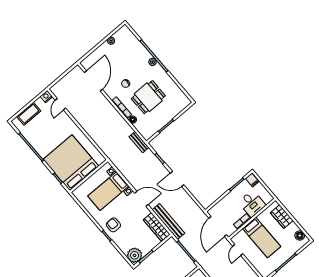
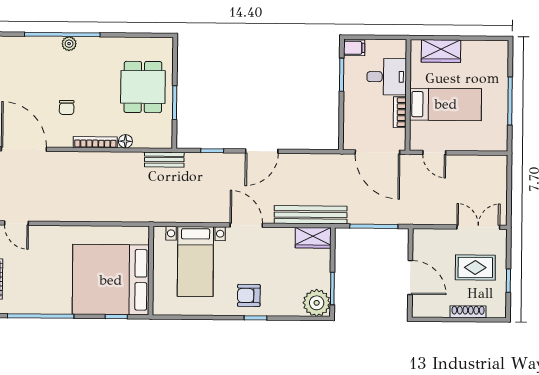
dining table: (148, 97) -> (143, 87), moved
door: (141, 199) -> (246, 225), hinge flipped
wardrobe: (157, 227) -> (313, 238), width x0.67
floor lamp: (300, 236) -> (489, 49), removed

